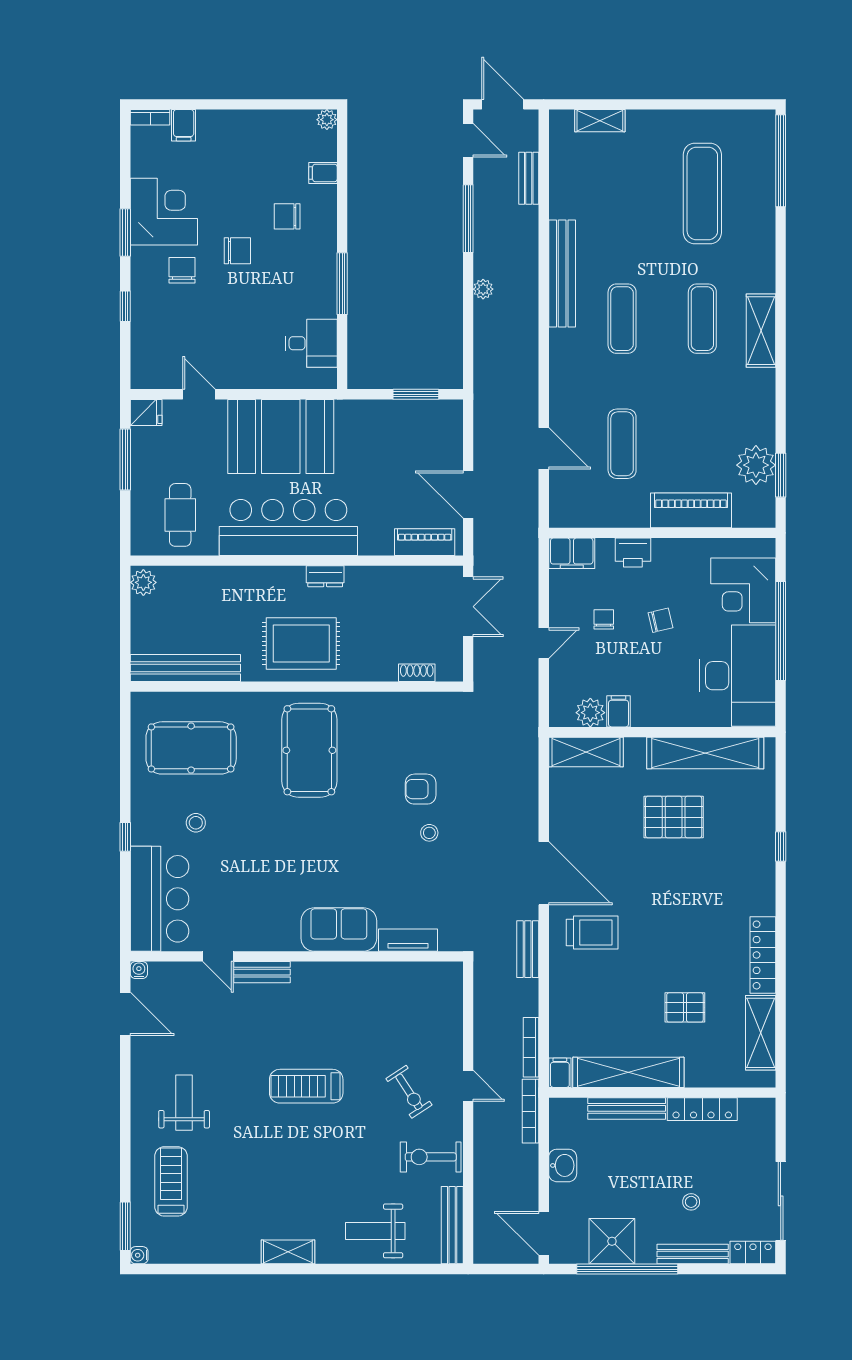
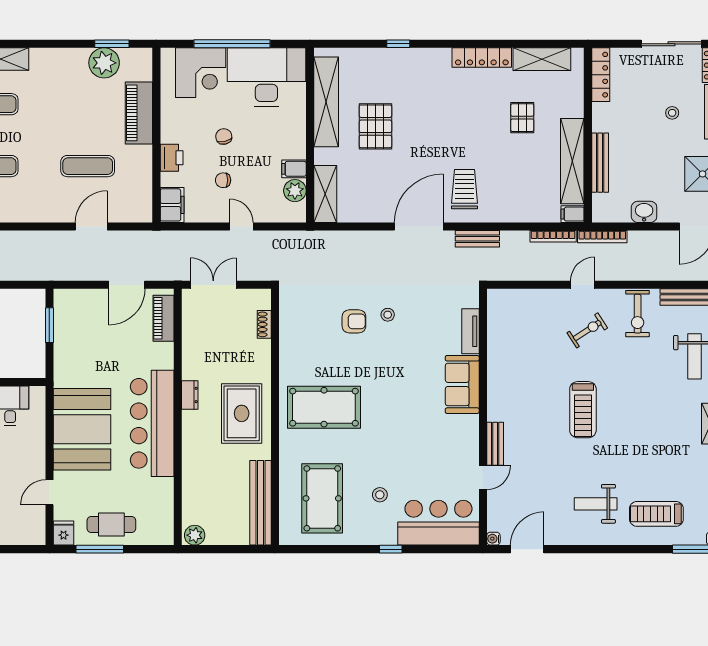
cafe table: (180, 515) -> (111, 524), moved
armchair: (421, 789) -> (354, 321), turned -90
locker: (702, 1109) -> (601, 75), moved

